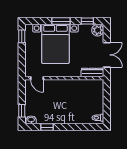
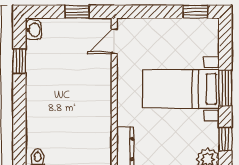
bed with nightstands: (55, 44) -> (181, 89), width x0.73
window: (22, 111) -> (77, 12), moved

